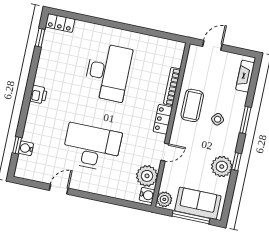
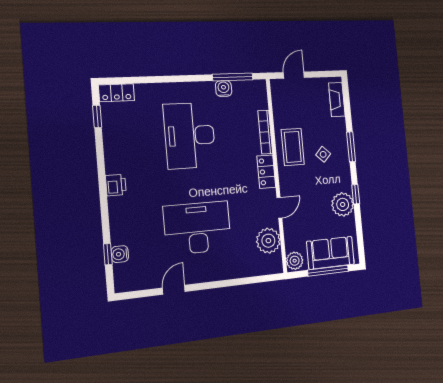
window: (158, 34) -> (233, 77), added
desk: (108, 72) -> (190, 136), turned 180
water cooler: (147, 195) -> (224, 89), moved, turned -90

